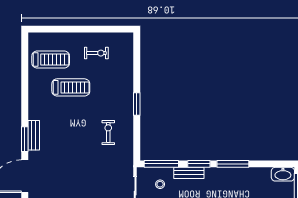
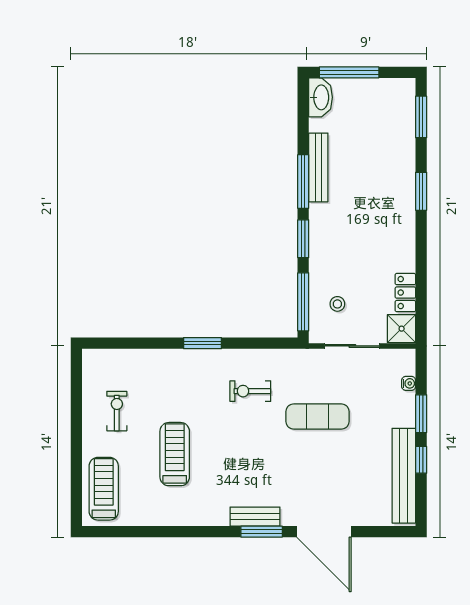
treadmill: (51, 60) -> (104, 489), moved
exercise mat: (93, 172) -> (318, 416), added
bench: (189, 173) -> (318, 167), moved, width x1.36

